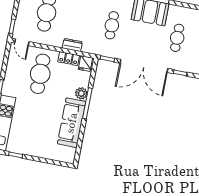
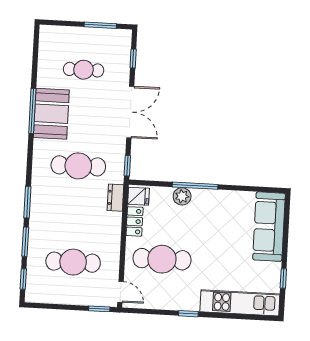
cafe table: (112, 25) -> (78, 166), width x1.37, depth x1.35
door: (22, 42) -> (120, 292), hinge flipped
dresser: (72, 45) -> (115, 198), moved
double door: (144, 66) -> (130, 112), width x0.73
sofa: (72, 123) -> (269, 227), moved, turned 90

